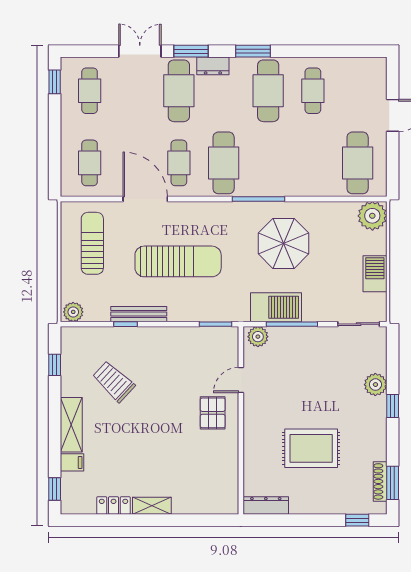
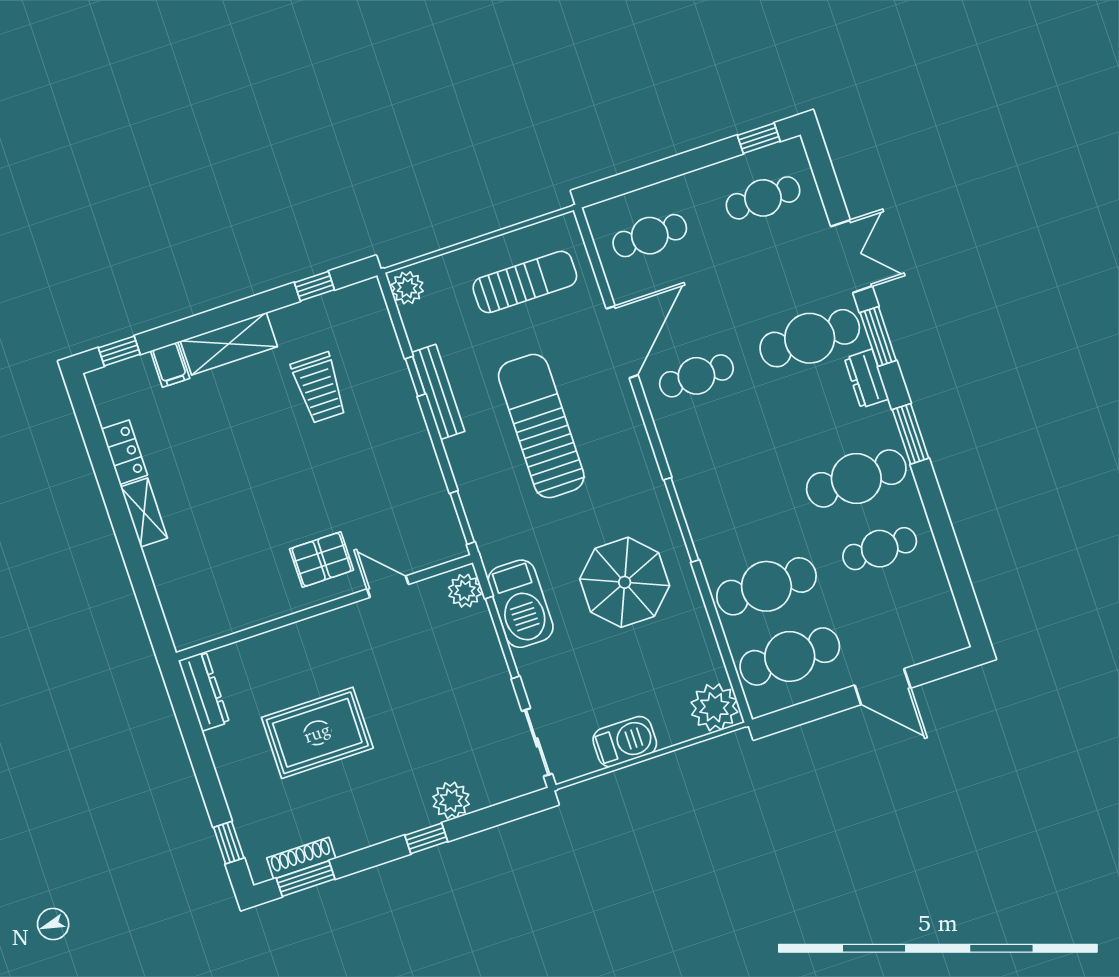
cafe table: (224, 163) -> (766, 586), moved
sun lounger: (178, 261) -> (541, 426), turned 180
trolley: (114, 382) -> (319, 388), turned 137
rug: (311, 448) -> (317, 733), turned 90

